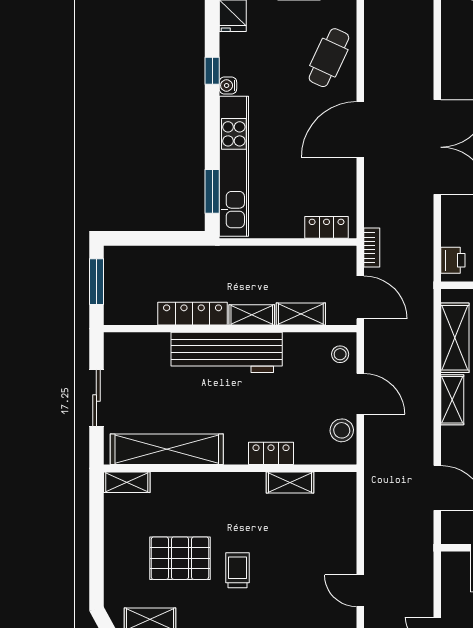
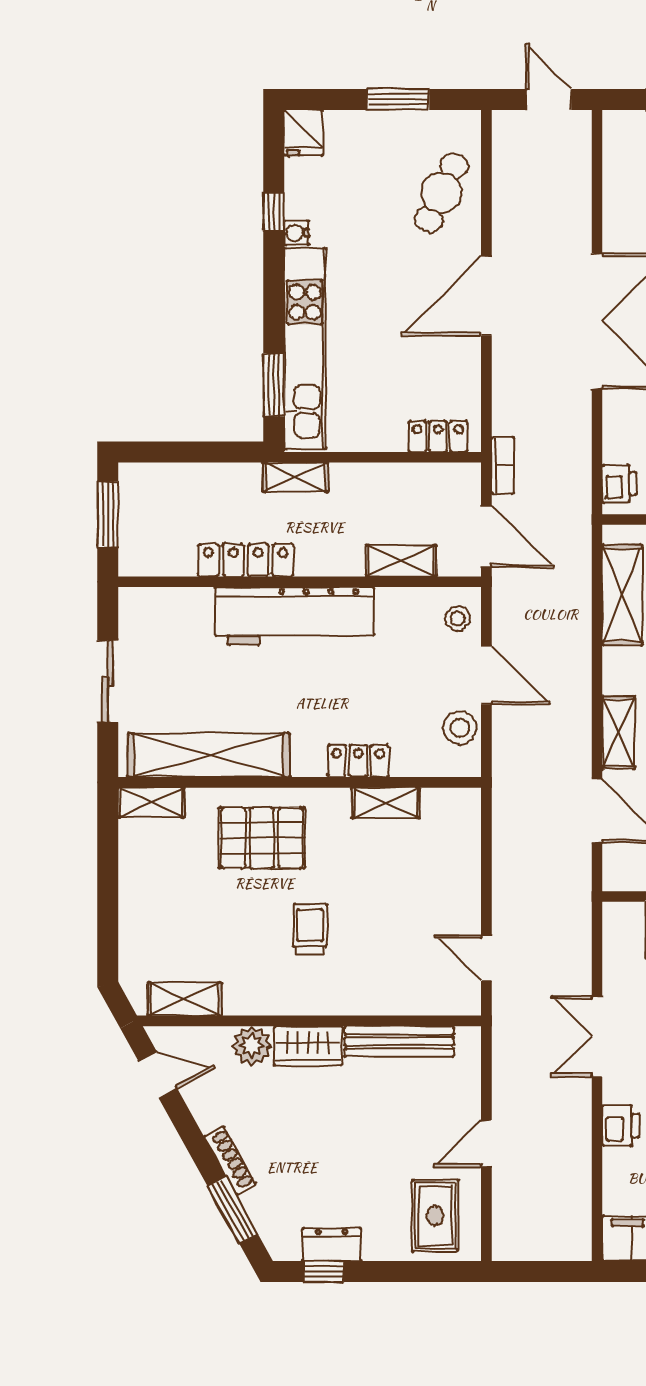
shelving: (252, 315) -> (295, 477), moved
shelving: (452, 400) -> (618, 733), moved
pallet: (180, 558) -> (262, 838), moved

